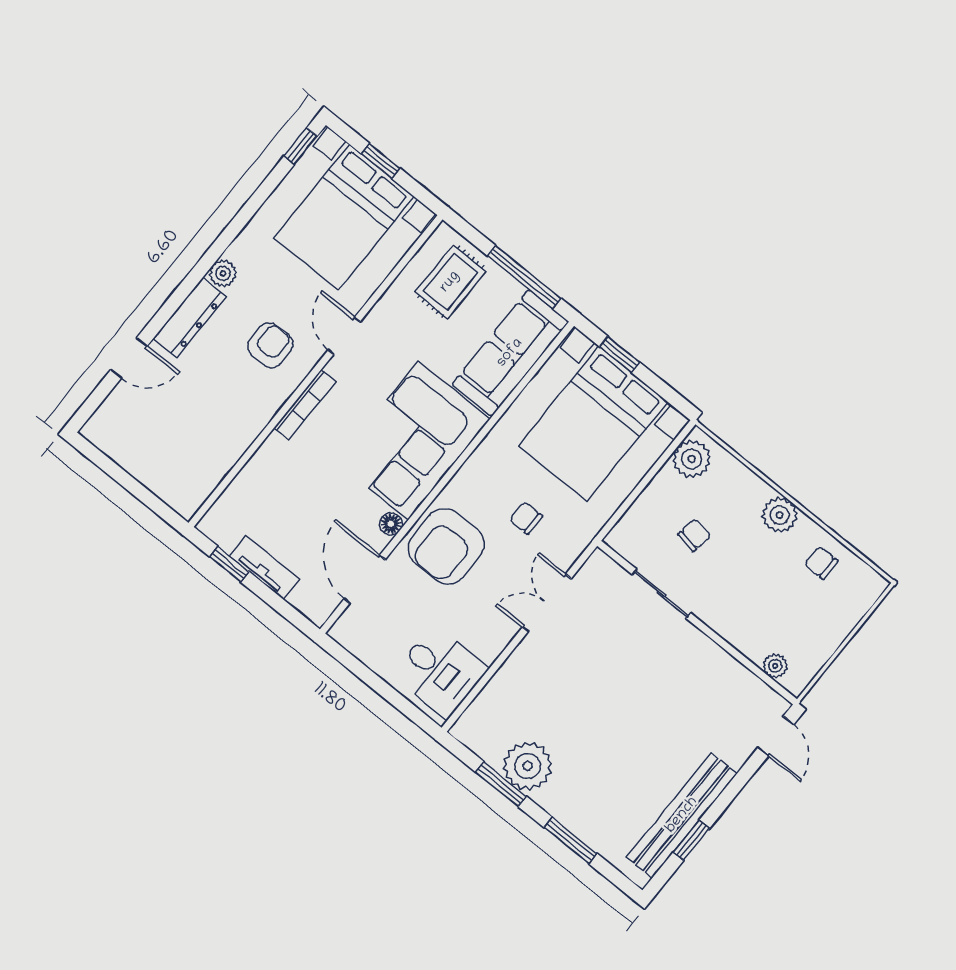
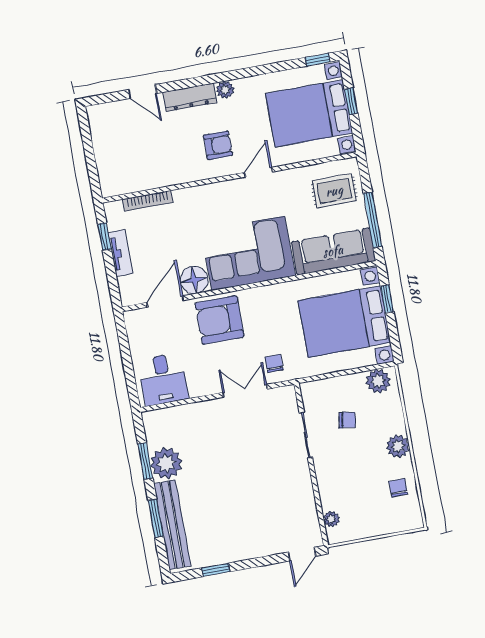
bookcase: (305, 404) -> (148, 201), moved
chair: (526, 518) -> (274, 363), moved
floor lamp: (391, 524) -> (194, 280), width x1.89, depth x1.89
bench: (682, 815) -> (172, 525), moved, turned 90

